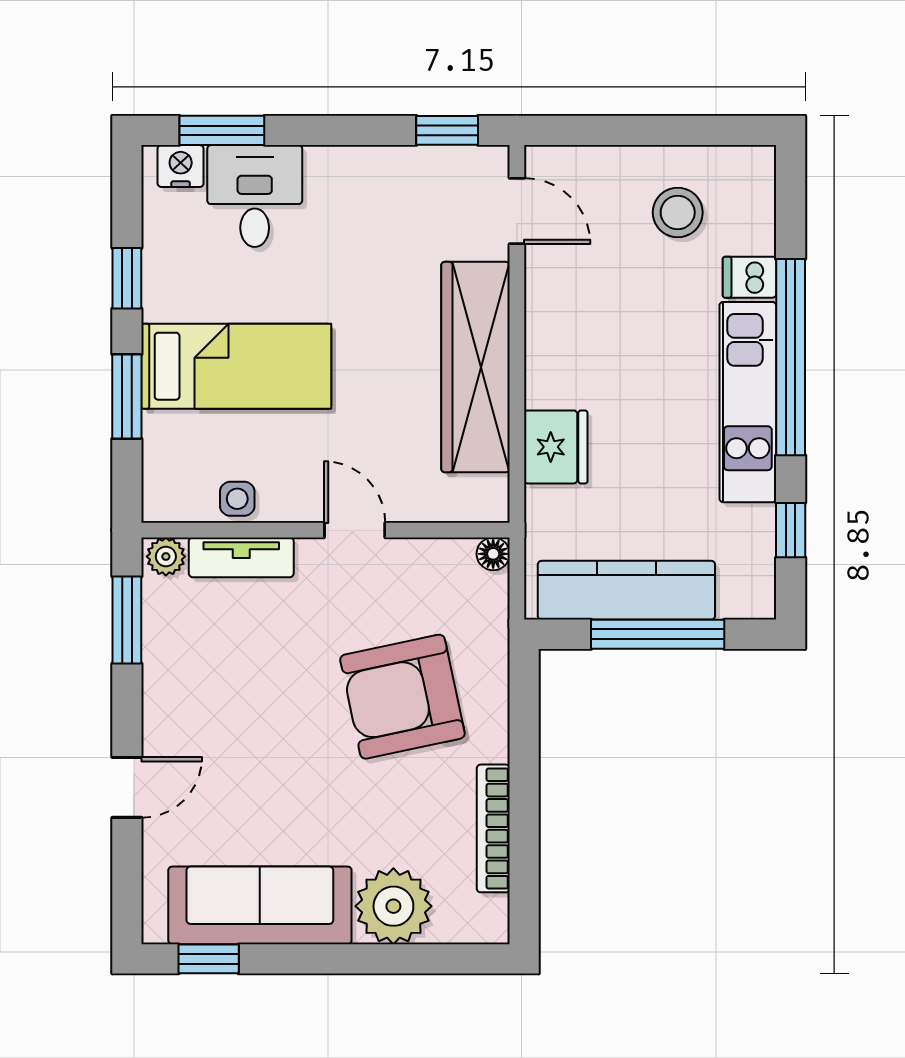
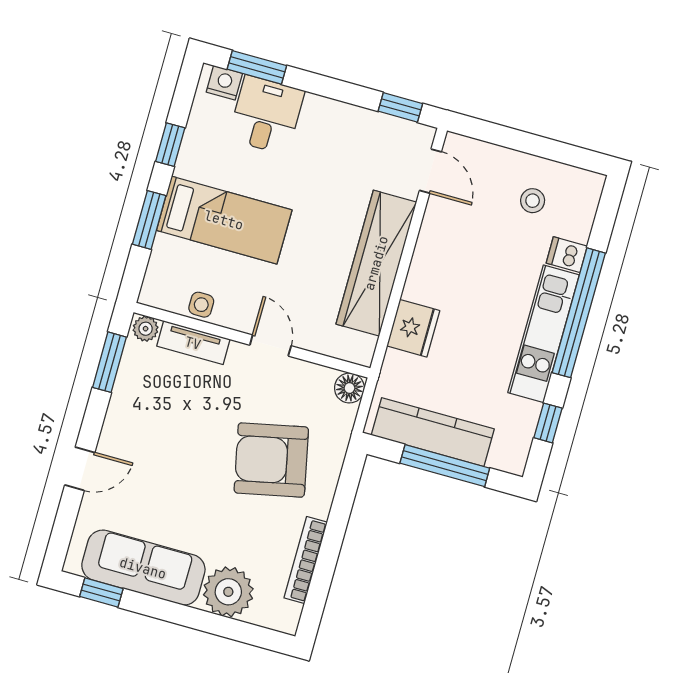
stool: (678, 213) -> (533, 201), width x0.73, depth x0.73
floor lamp: (493, 554) -> (349, 388), width x1.37, depth x1.37

